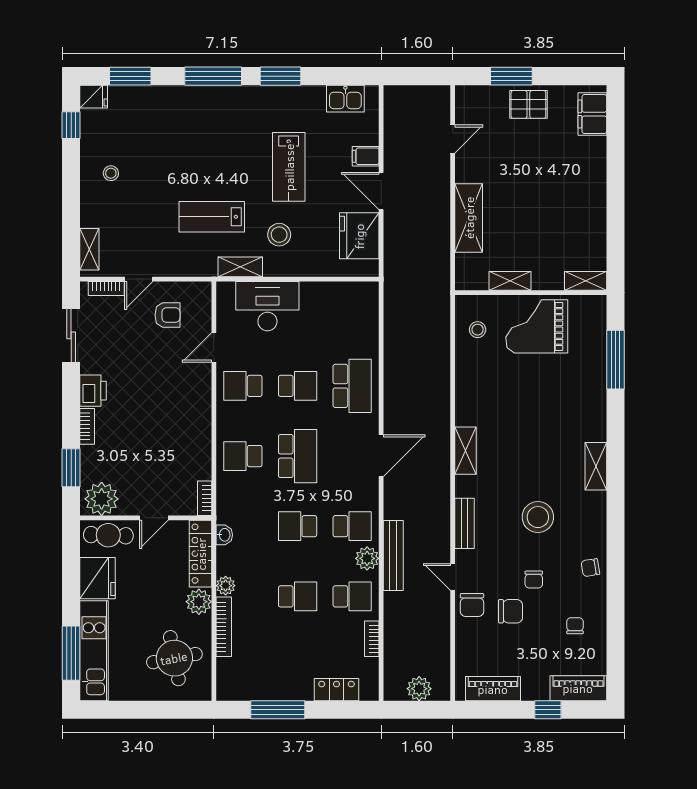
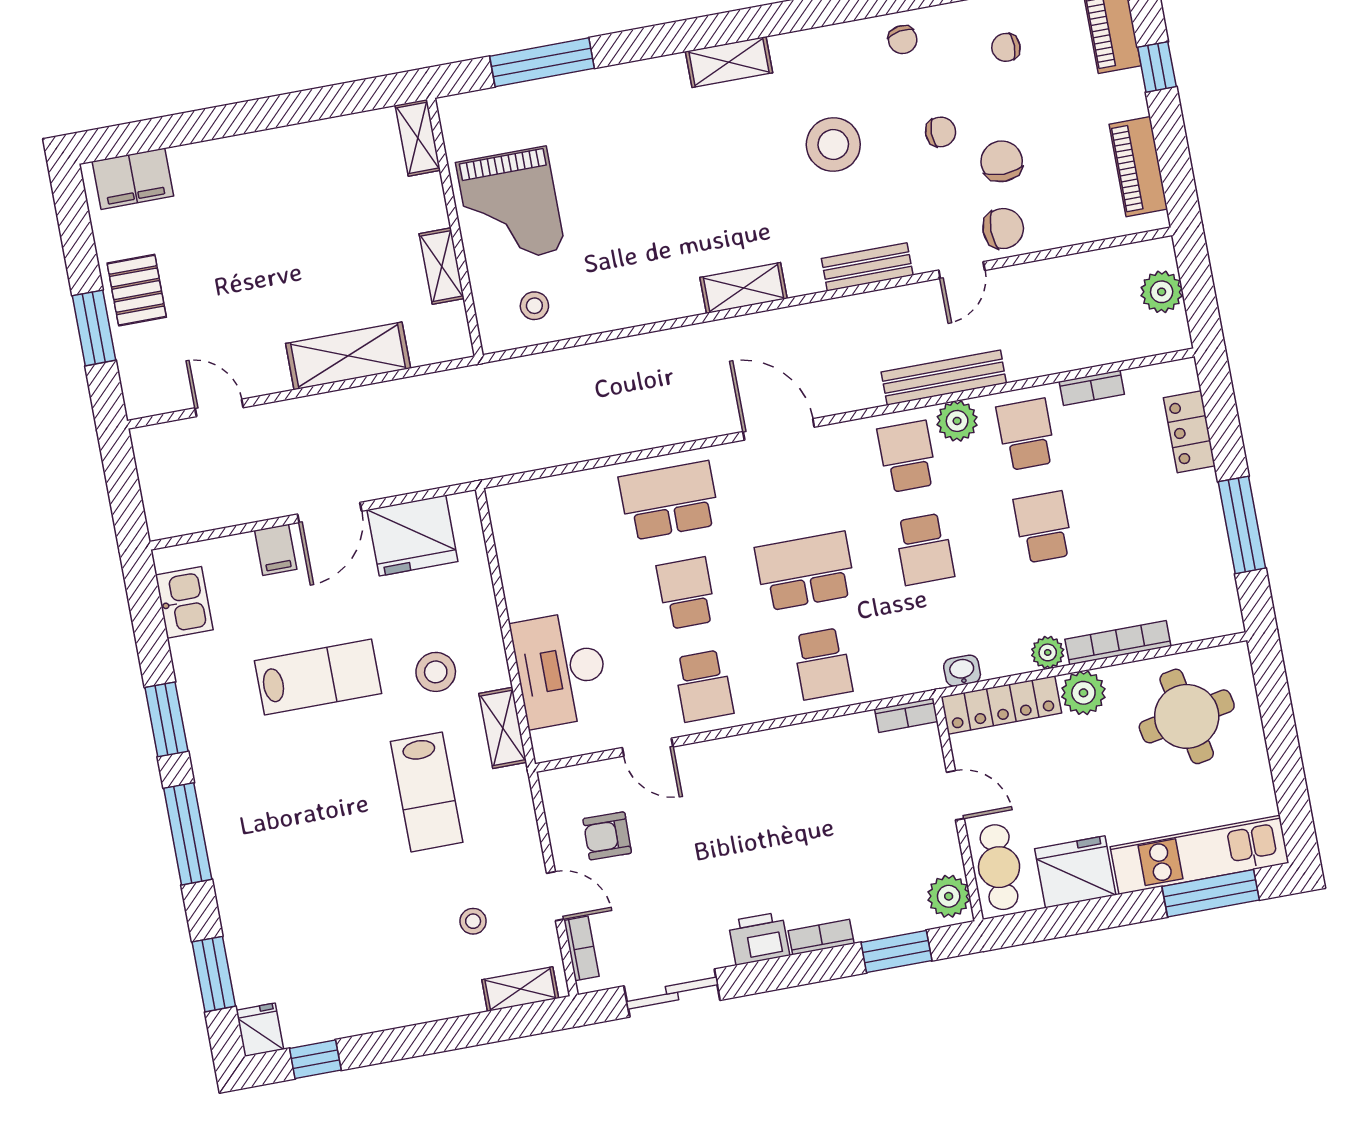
stool: (111, 173) -> (473, 921), moved
armchair: (168, 315) -> (607, 836), turned -89
plant: (102, 499) -> (949, 896), width x0.73, depth x0.73

